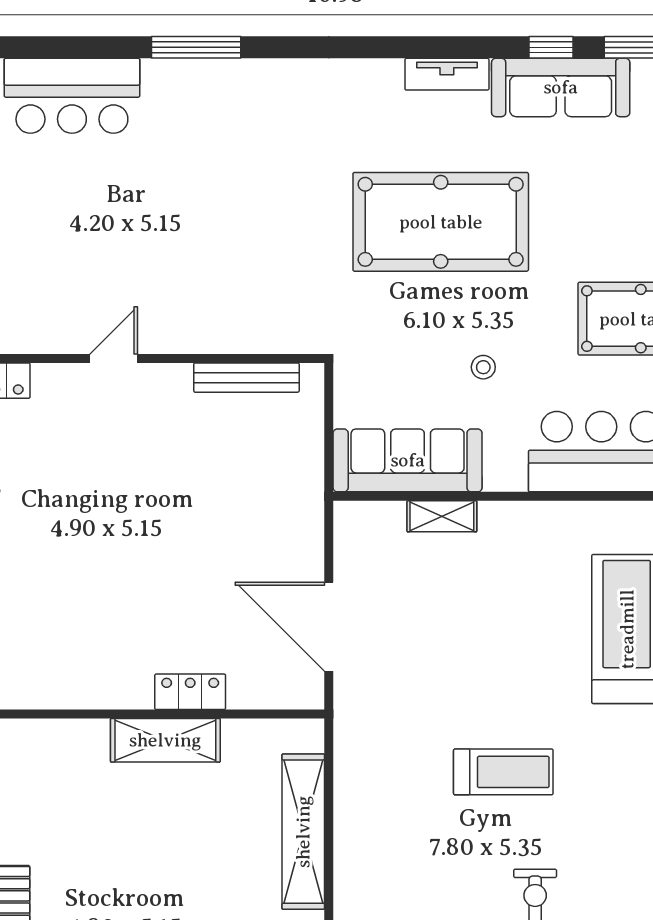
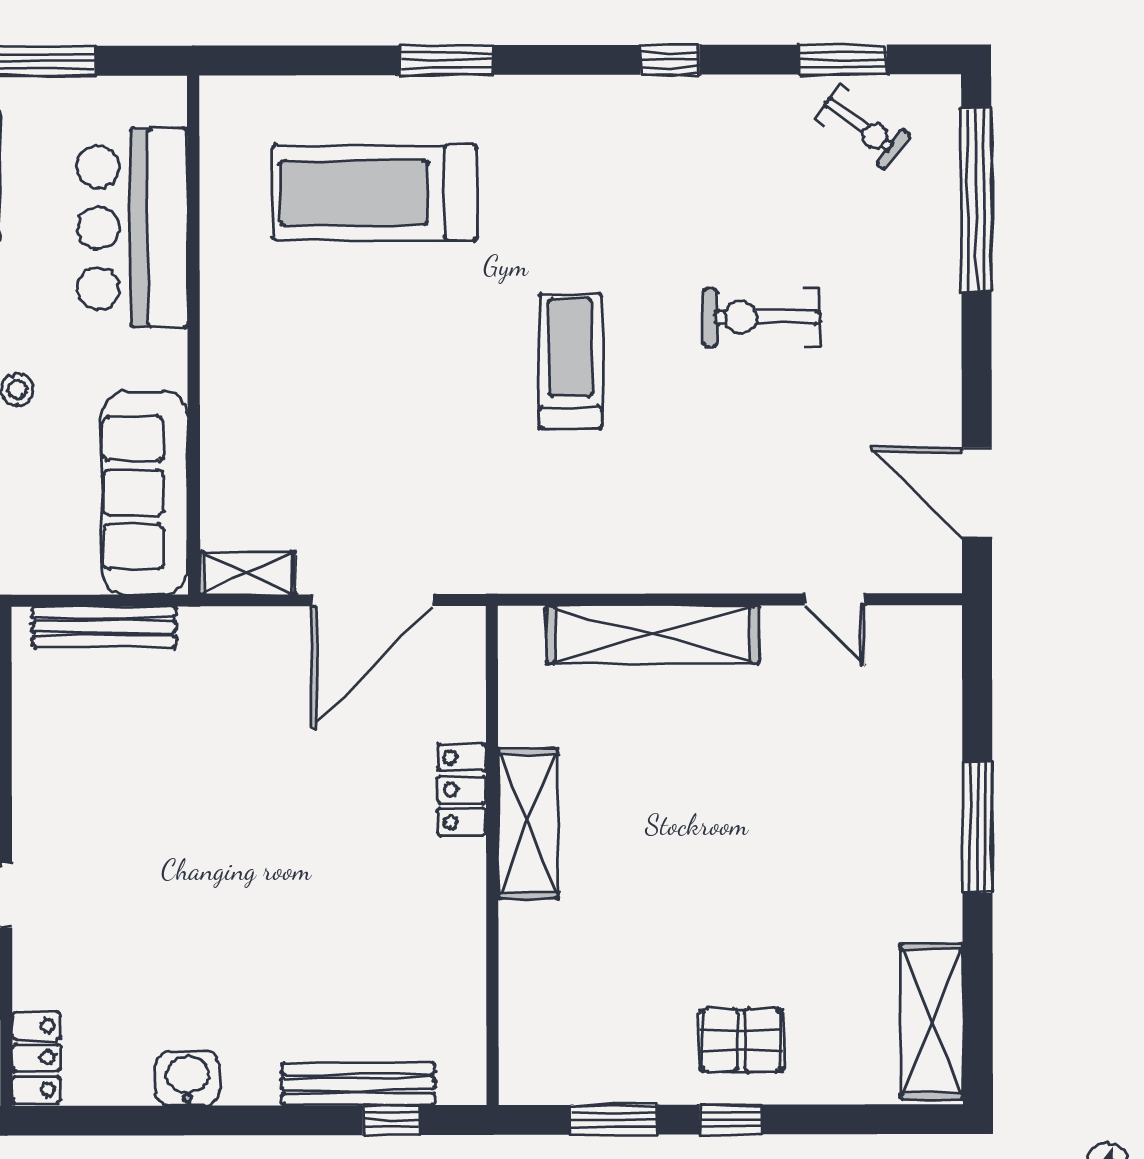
bench: (246, 378) -> (104, 627), moved, turned 90
shelving: (442, 516) -> (248, 573), moved, turned 90

